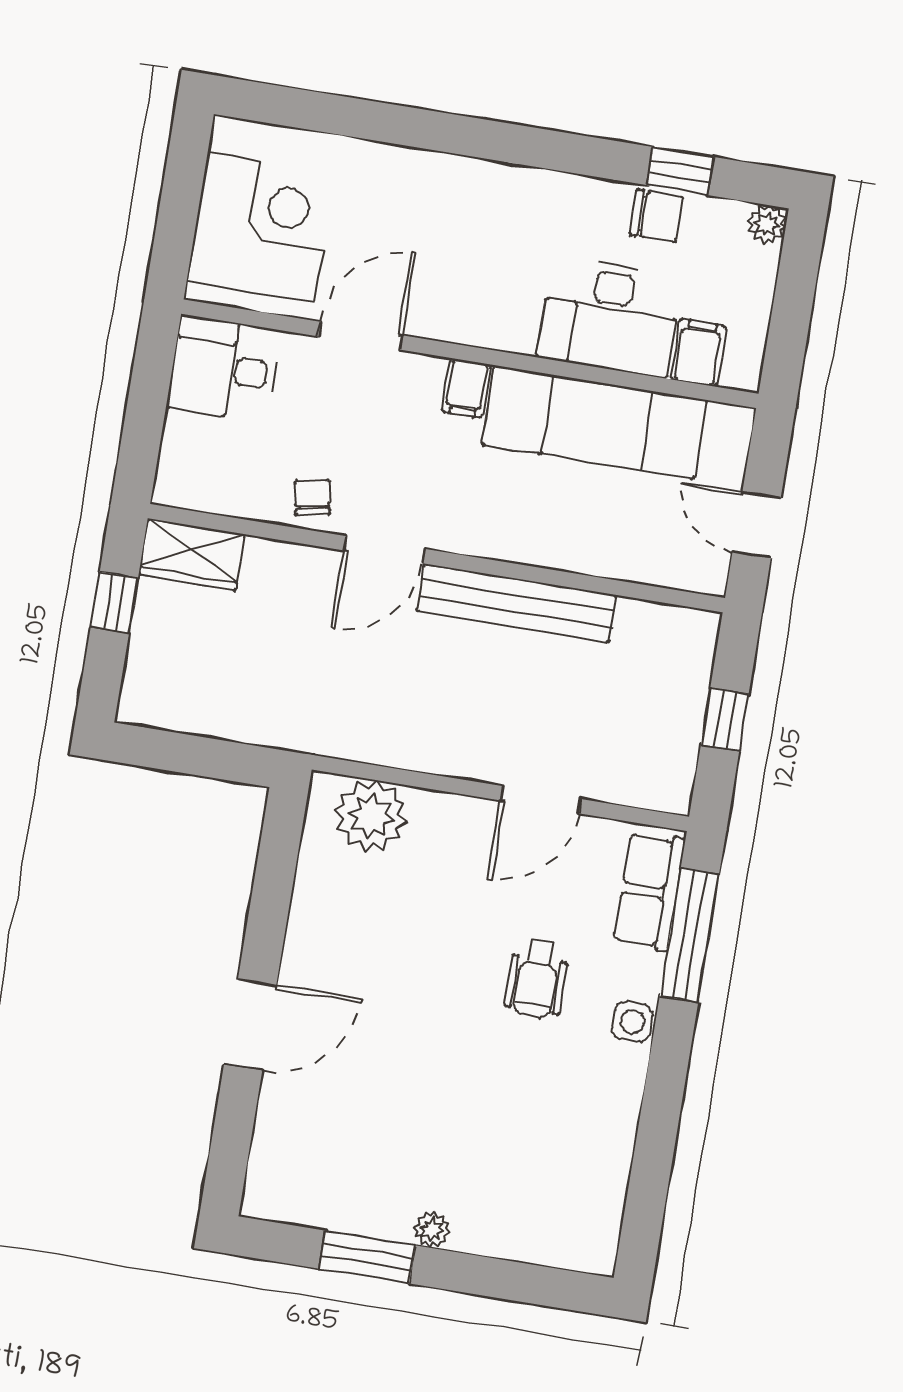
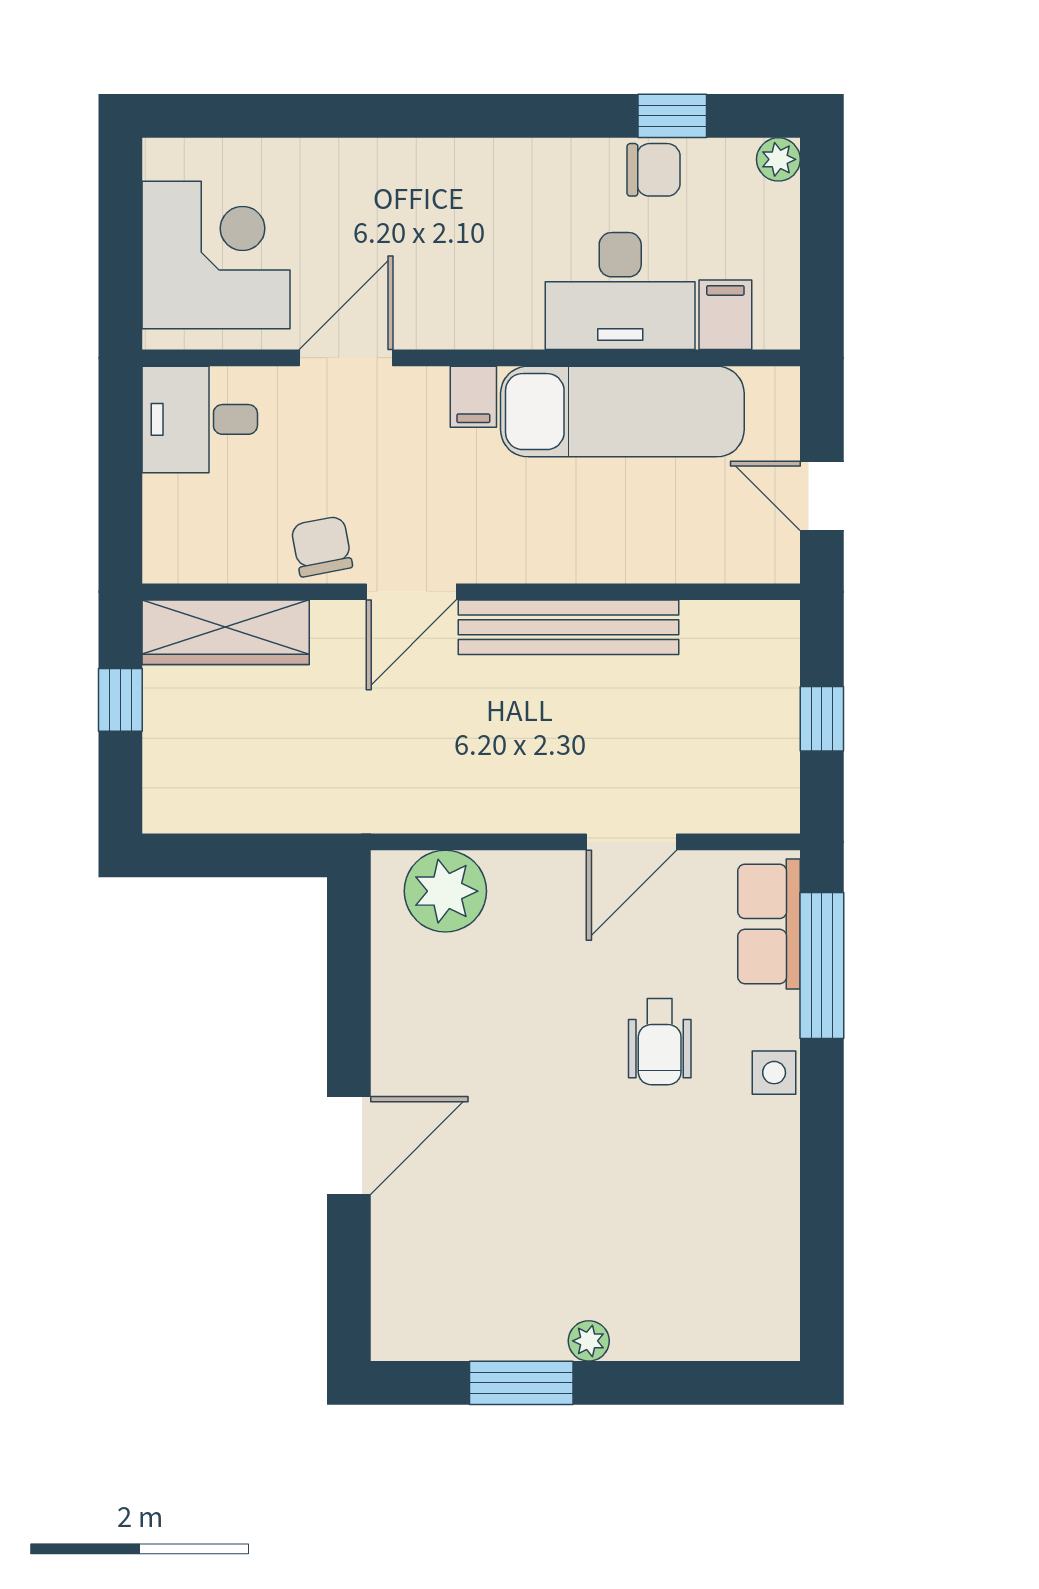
chair: (312, 497) -> (322, 546), width x1.37, depth x1.37
wardrobe: (192, 554) -> (226, 632), width x1.50

